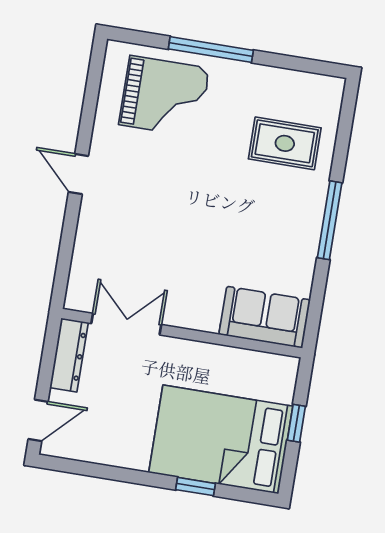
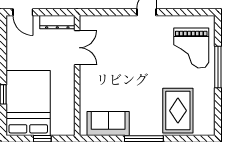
rug: (285, 143) -> (178, 111), width x1.36, depth x1.43
sofa: (265, 317) -> (108, 123), moved, turned -90

